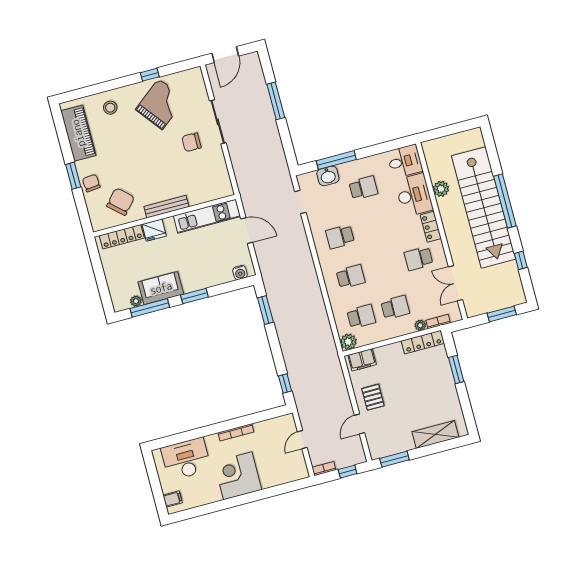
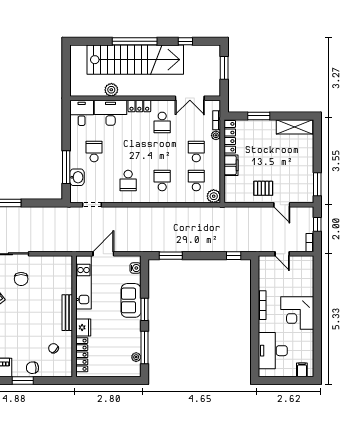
chair: (121, 202) -> (53, 348), width x0.54, depth x0.54
sofa: (161, 288) -> (131, 300), moved
filing cabinet: (362, 360) -> (231, 165), moved
shelving: (435, 435) -> (295, 127), moved, turned 90

